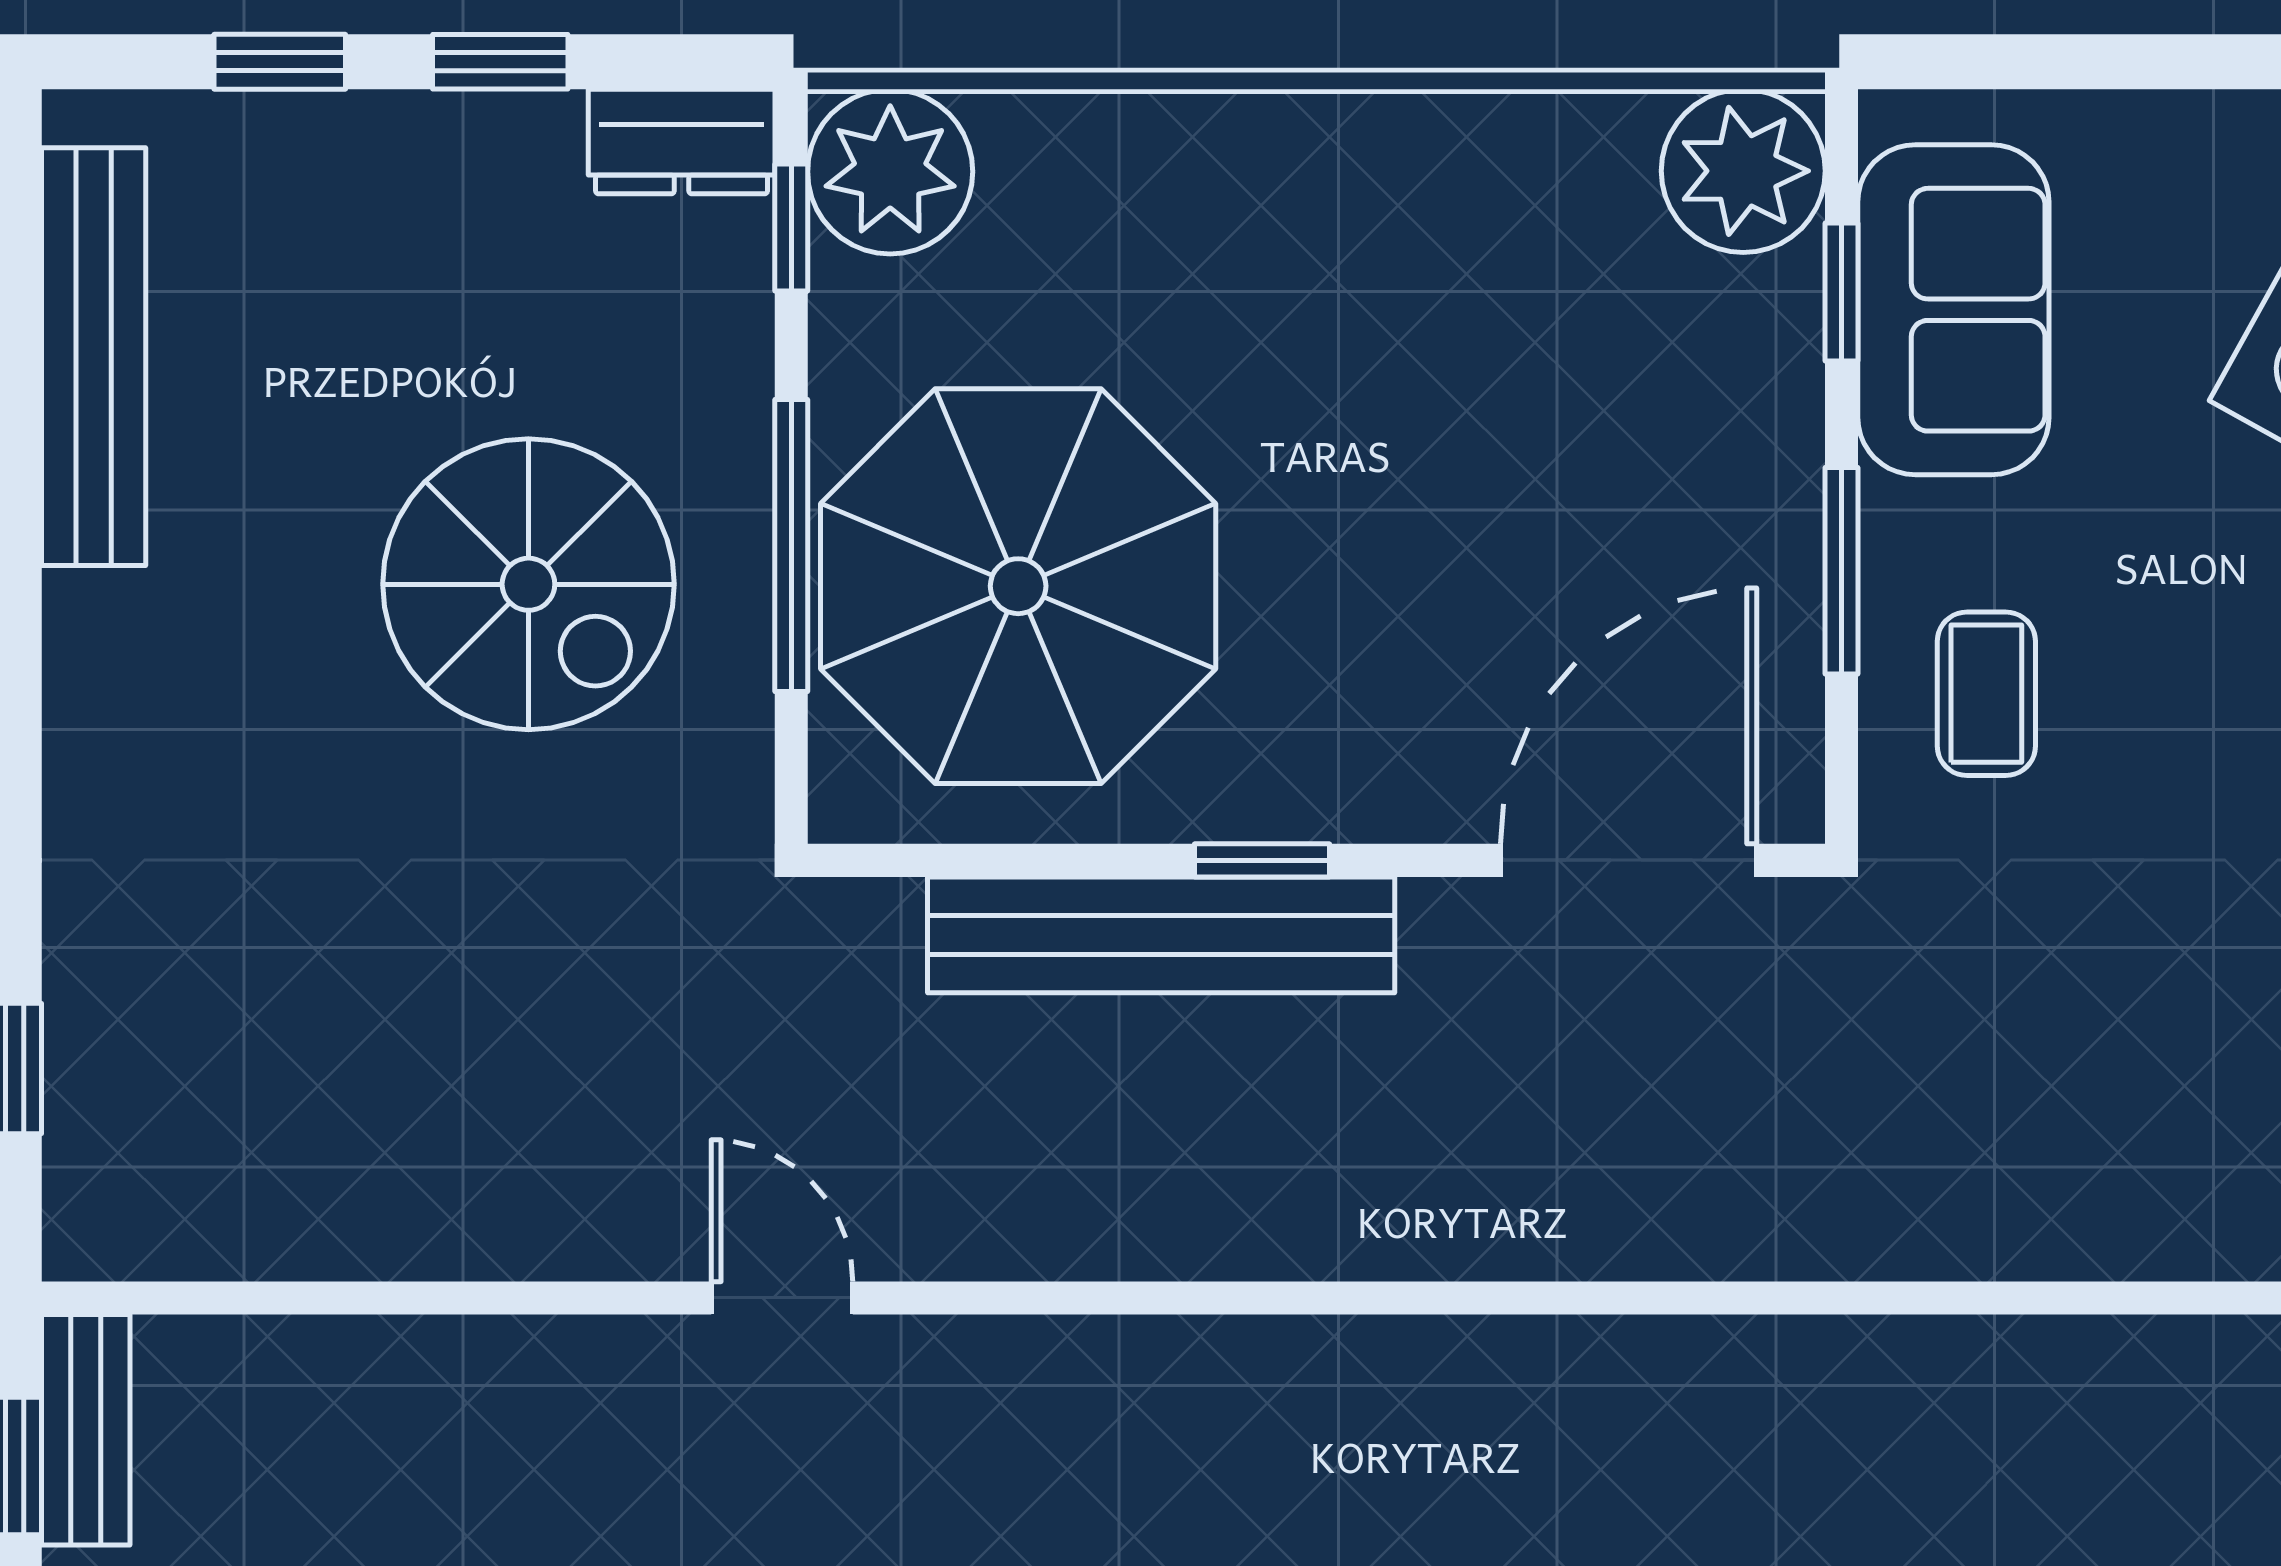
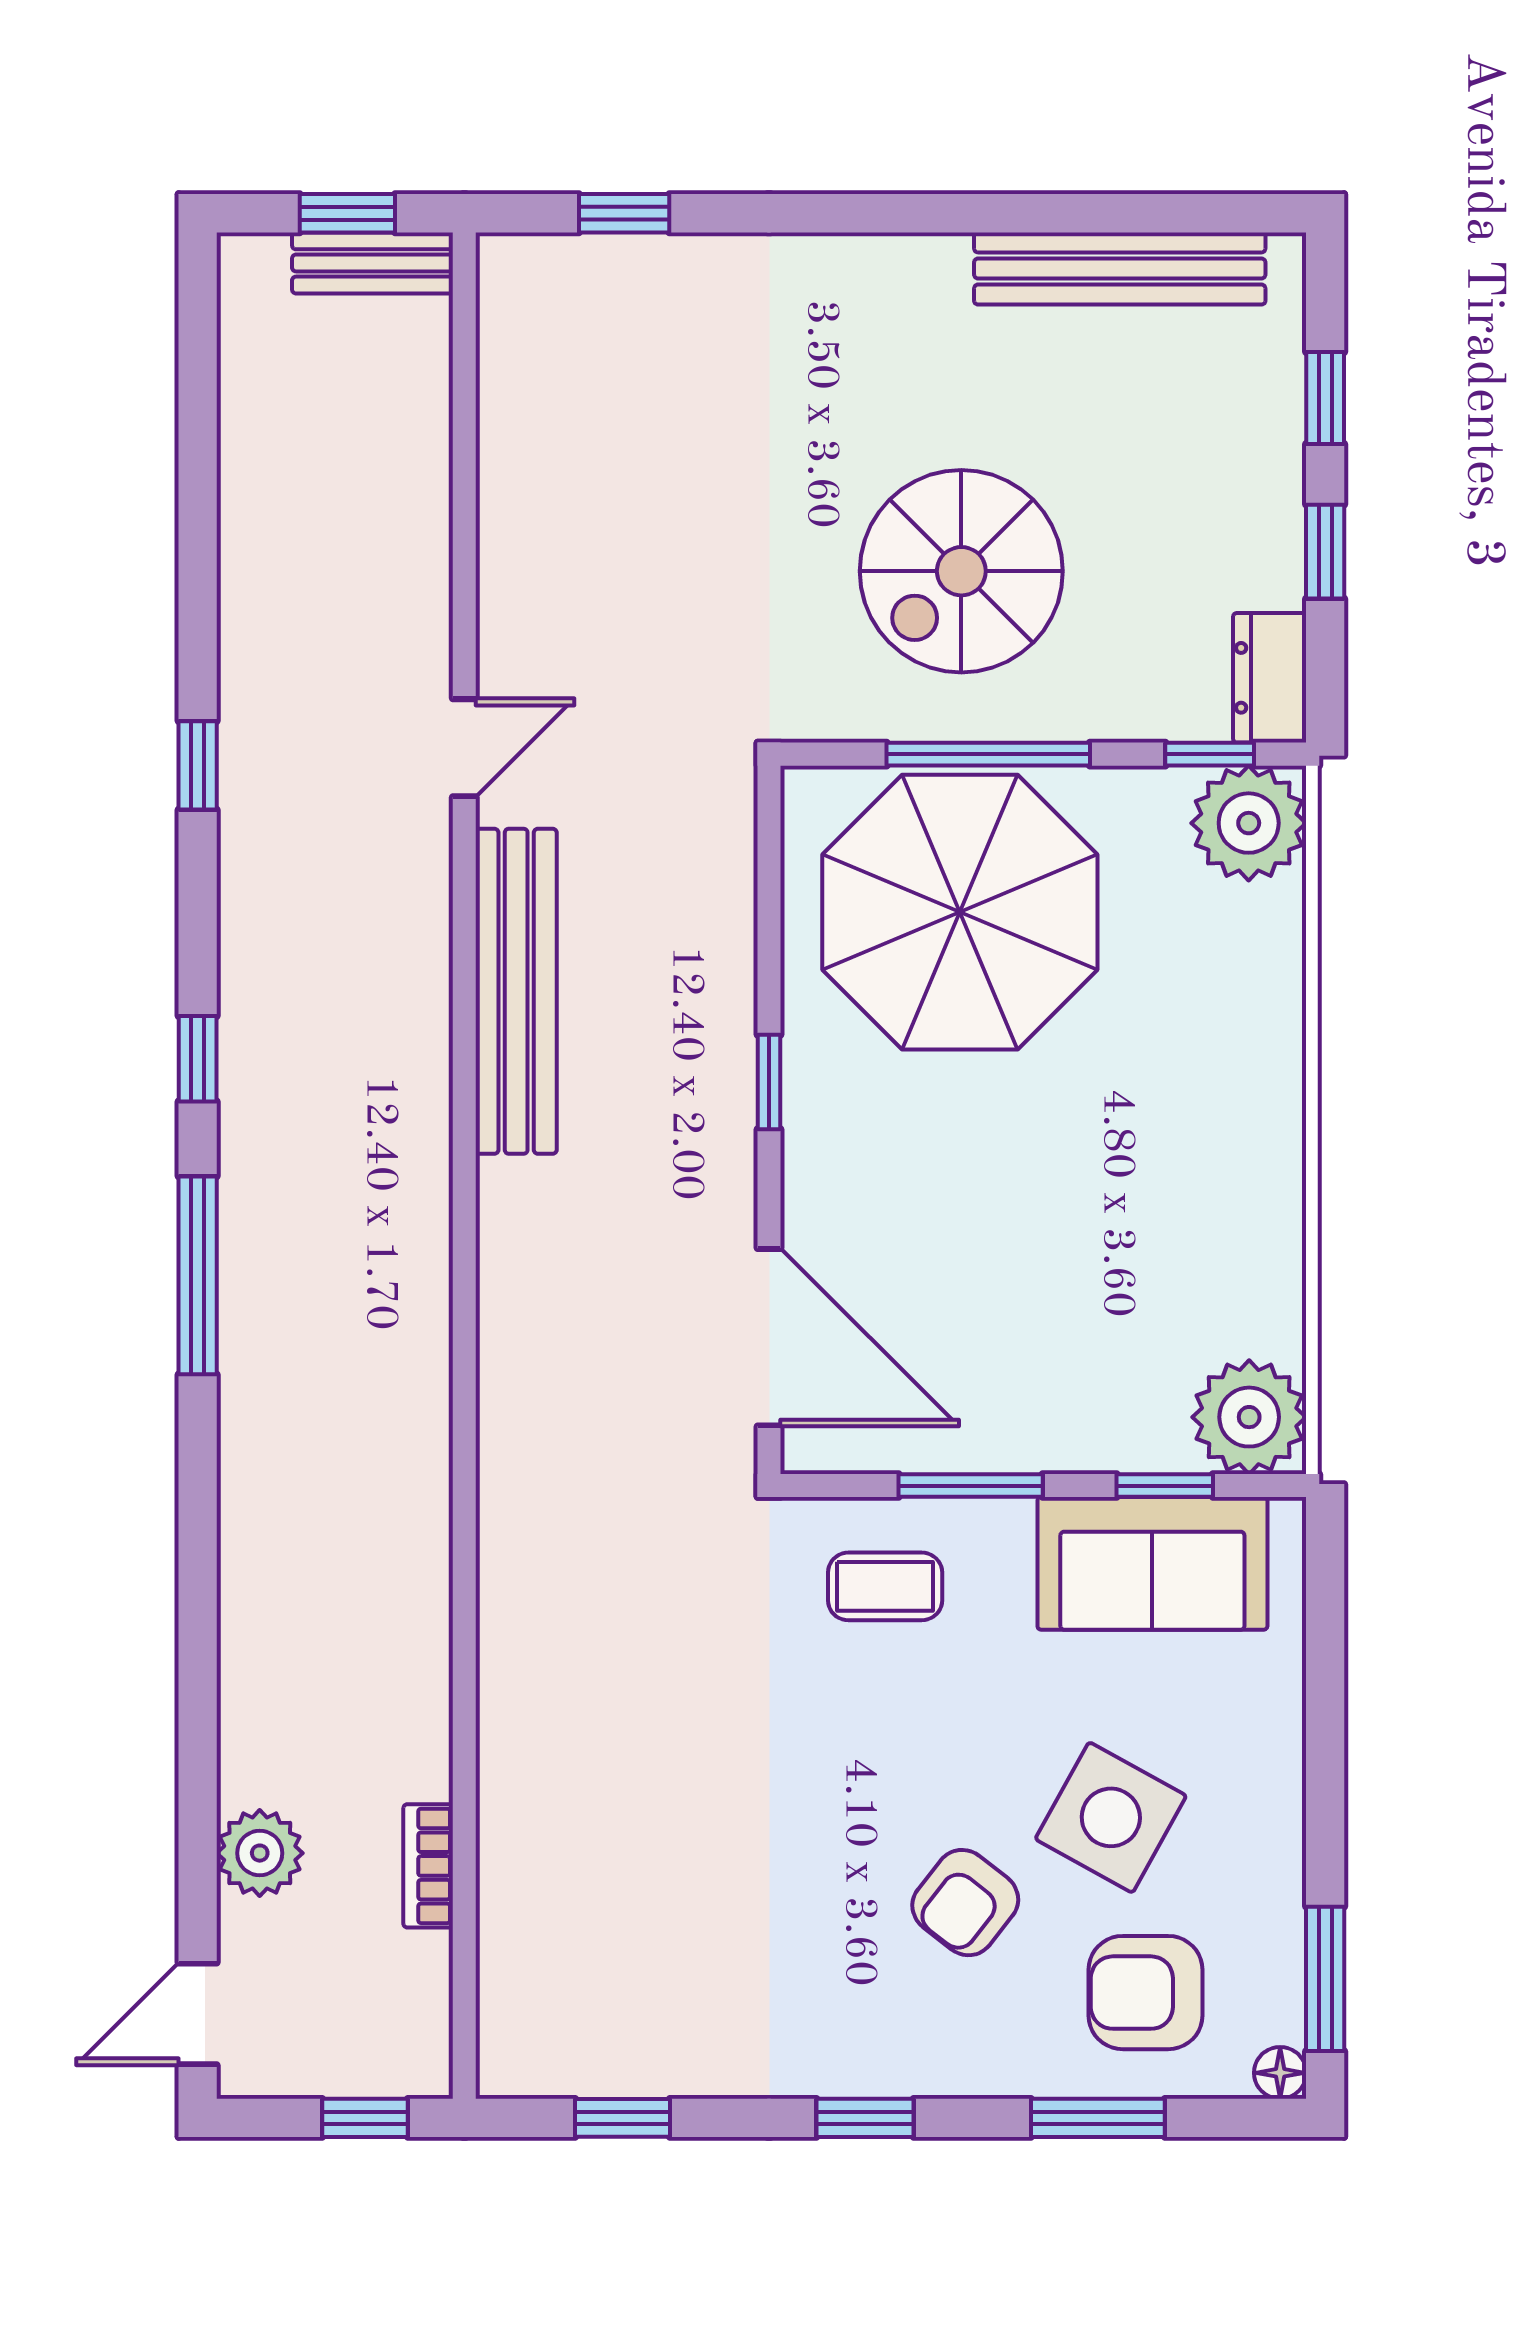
bench: (1161, 935) -> (516, 991), moved

